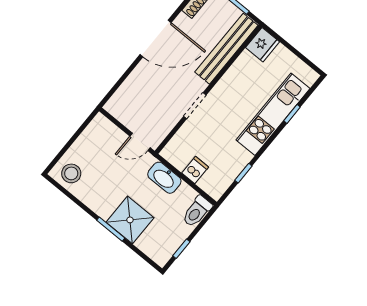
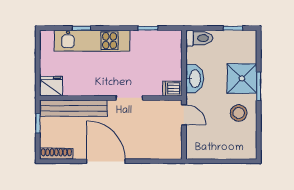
dishwasher: (195, 170) -> (172, 89), moved
stool: (71, 173) -> (239, 113), moved

